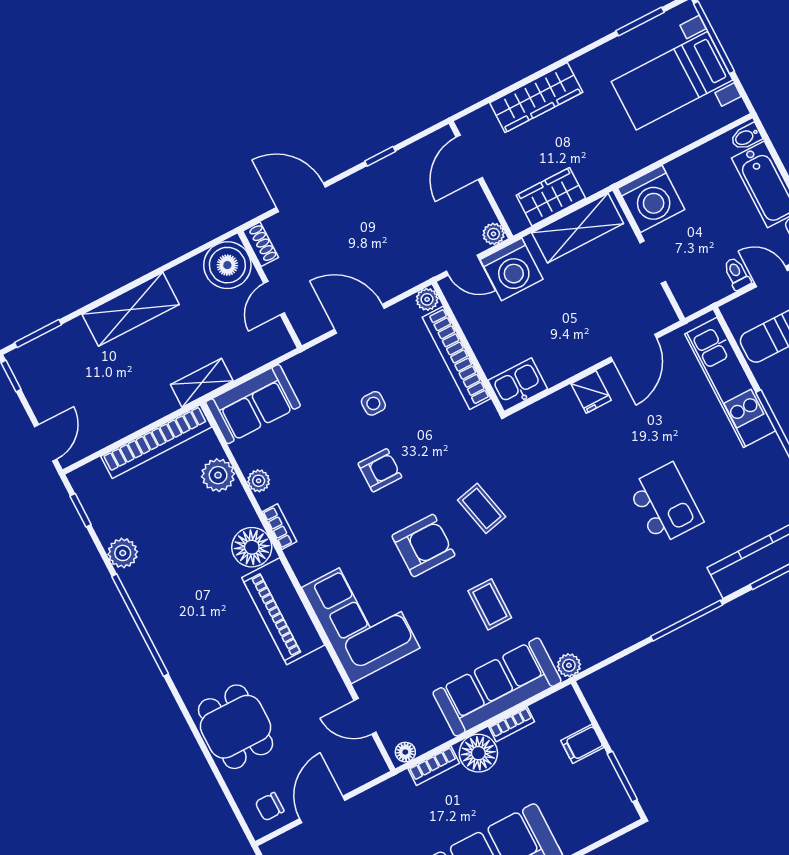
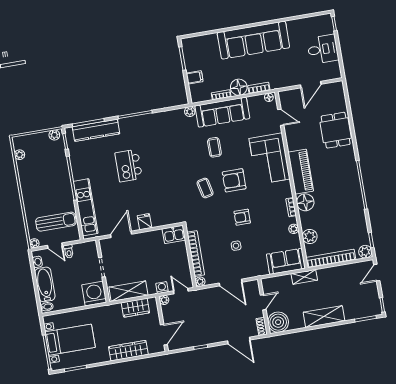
washing machine: (512, 269) -> (162, 288), width x0.53, depth x0.53
plant: (123, 553) -> (365, 252), moved
chair: (270, 807) -> (332, 93), removed

